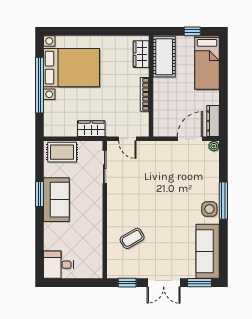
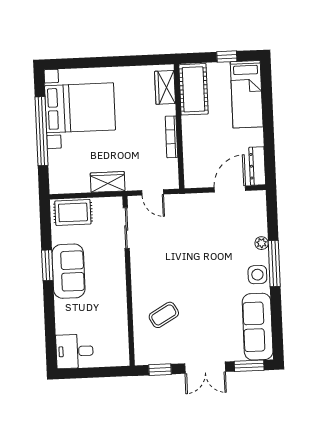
plant: (214, 146) -> (262, 243), moved

